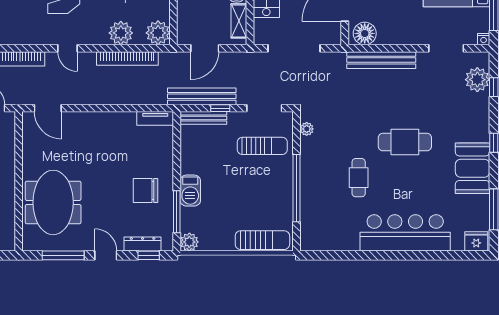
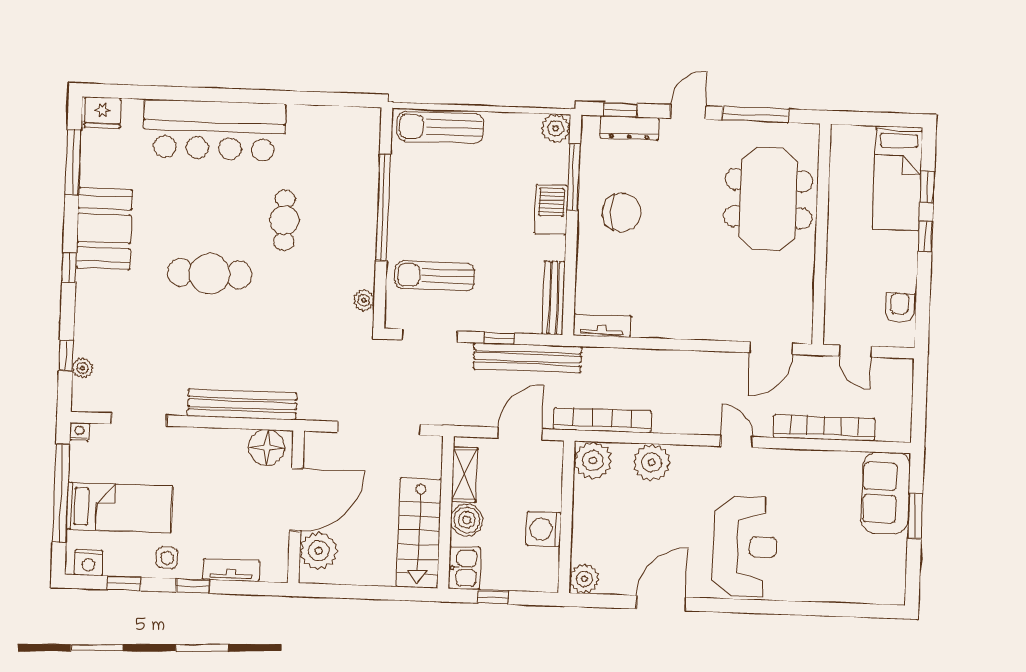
bookcase: (127, 58) -> (602, 420), moved
plant: (477, 80) -> (82, 368), width x0.53, depth x0.53
door: (48, 108) -> (771, 348), swing flipped
bench: (203, 118) -> (554, 298), moved, turned 90
door: (106, 255) -> (688, 112), swing flipped

